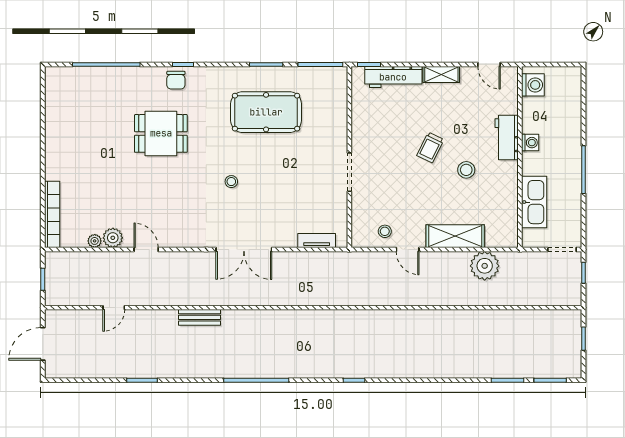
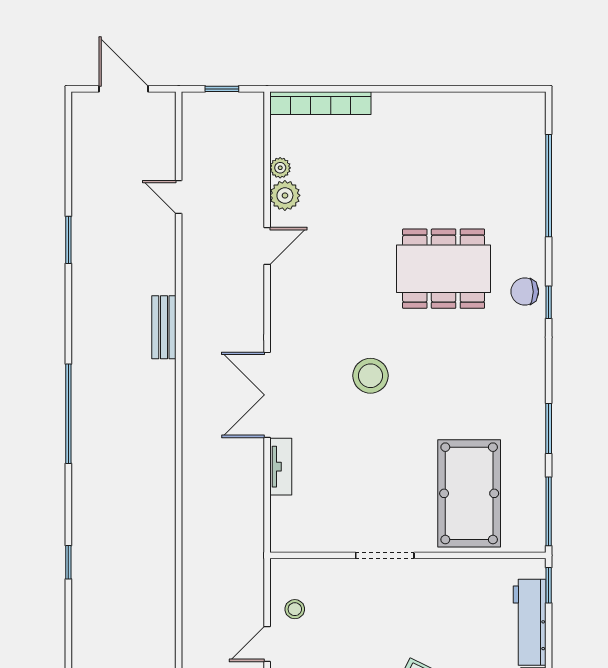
pool table: (266, 112) -> (469, 493), moved
dining table: (161, 133) -> (444, 269), width x1.37
stool: (231, 182) -> (370, 376), width x1.89, depth x1.89
tv unit: (317, 241) -> (281, 467), moved

